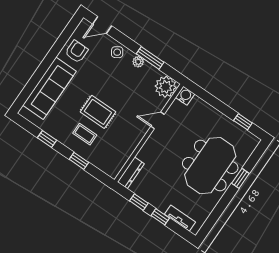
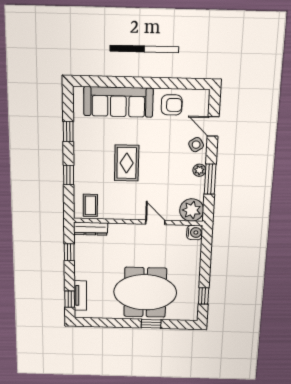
door: (102, 25) -> (213, 127), moved
coffee table: (85, 134) -> (90, 205), moved
window: (160, 217) -> (70, 299), moved

